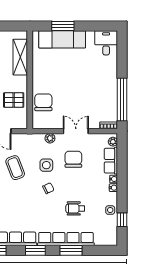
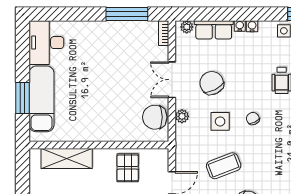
desk: (106, 43) -> (46, 43), width x1.37
window: (122, 100) -> (127, 14), width x0.68
chair: (43, 102) -> (155, 117), moved
chair: (73, 159) -> (212, 83), turned 63

